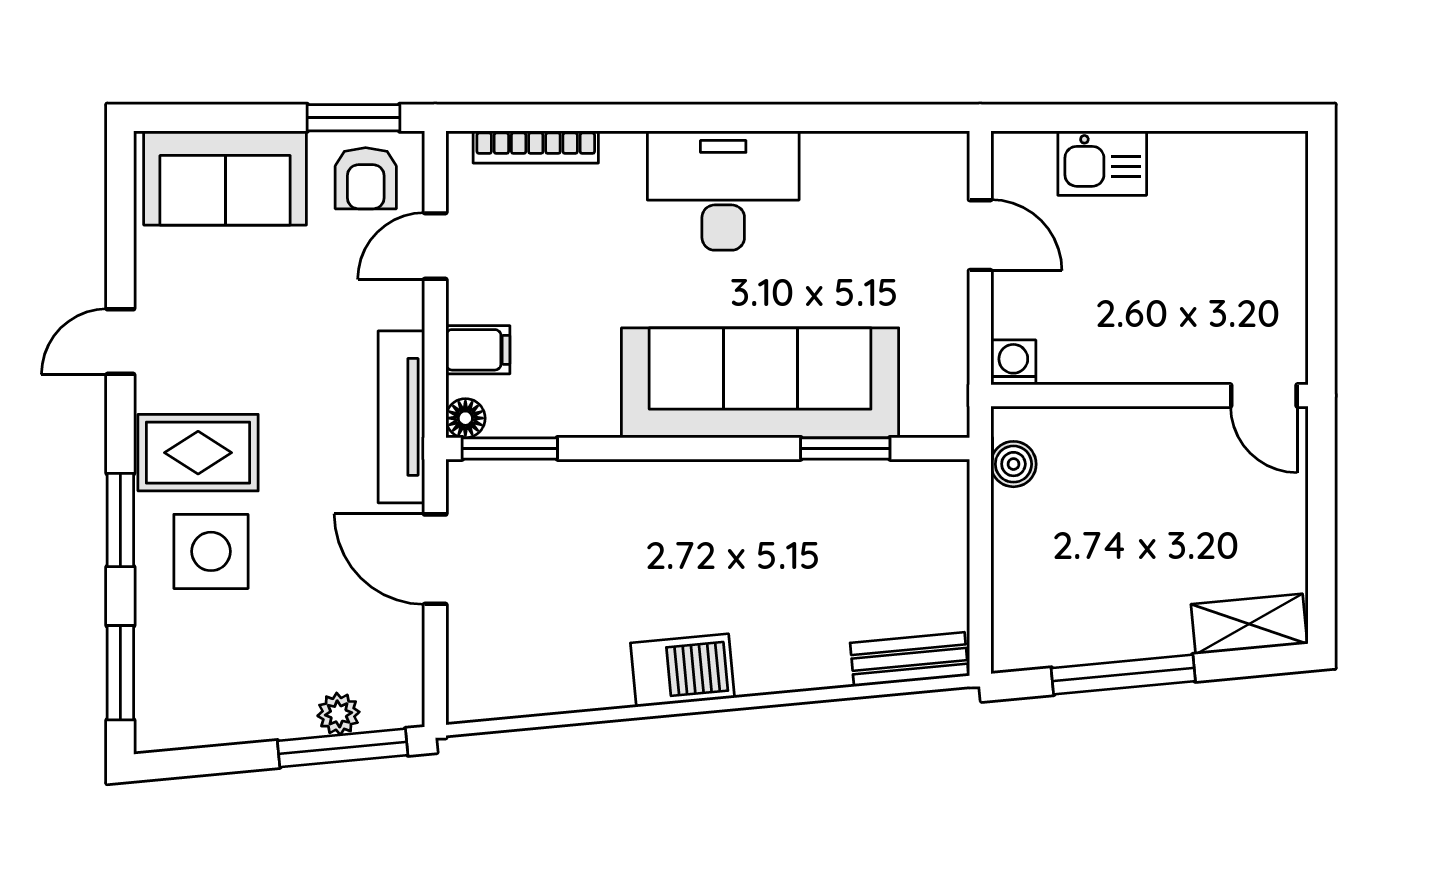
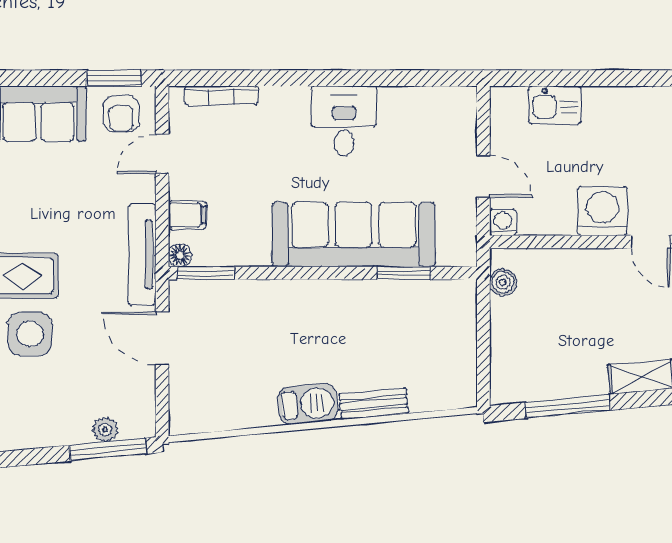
desk: (723, 191) -> (344, 121), width x0.73
door: (980, 235) -> (483, 176), moved
washing machine: (1182, 343) -> (602, 211), added
bench: (909, 659) -> (374, 404), moved

